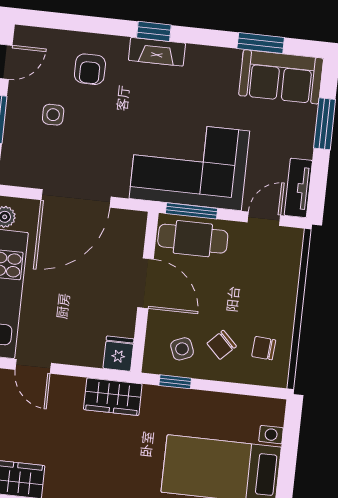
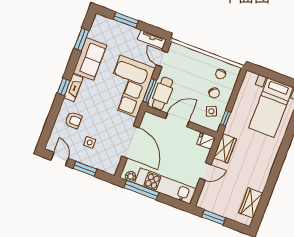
sofa: (281, 77) -> (90, 59), moved
door: (33, 366) -> (205, 171), moved

